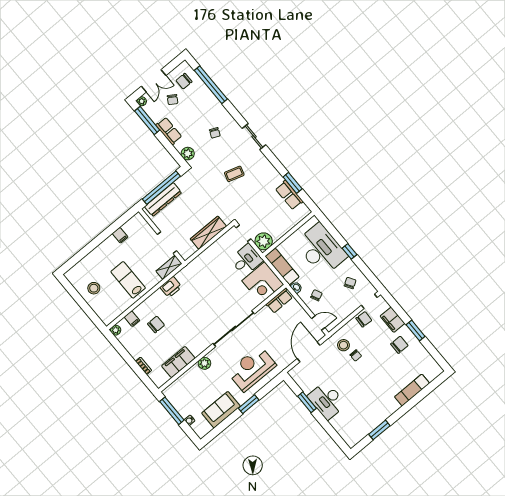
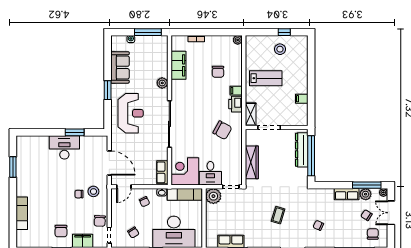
plant: (188, 154) -> (366, 194), moved
chair: (202, 280) -> (222, 130), added
window: (77, 297) -> (284, 32), added
filing cabinet: (132, 319) -> (236, 91), moved

